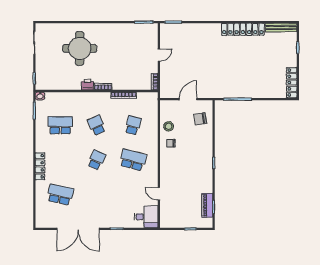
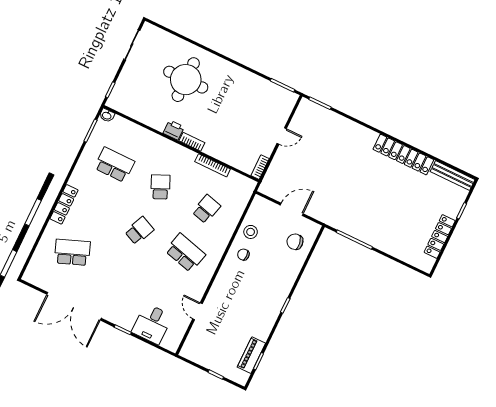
locker: (292, 83) -> (440, 237), moved
school desk: (60, 195) -> (72, 252), turned -33
desk: (146, 217) -> (152, 324), moved, turned 90

